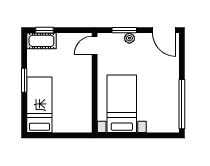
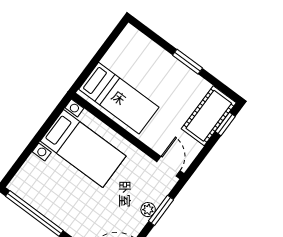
cot: (41, 41) -> (209, 116), width x1.37, depth x1.34
bed: (39, 105) -> (119, 98), moved

